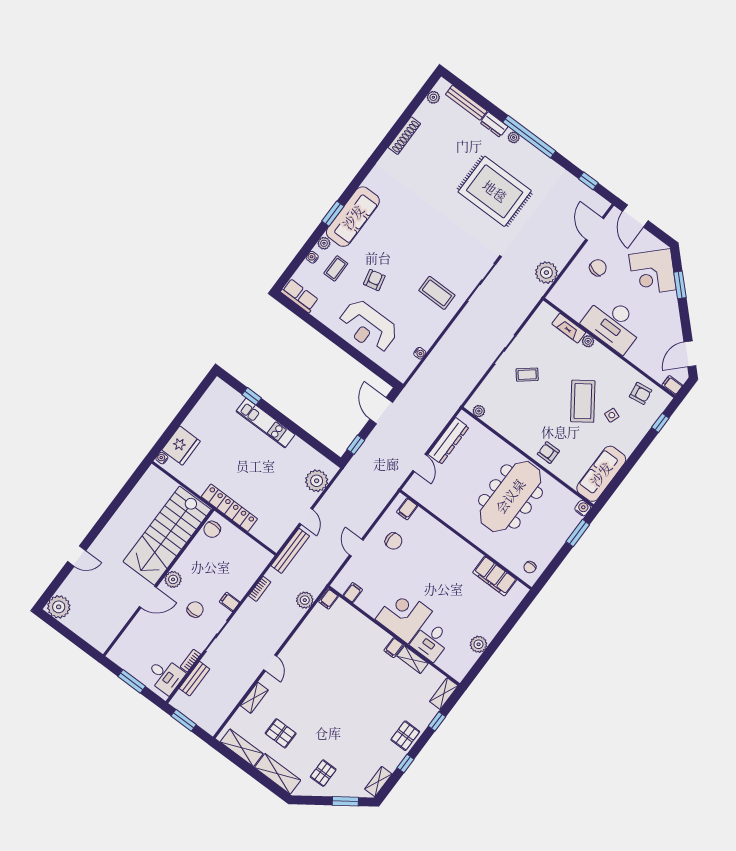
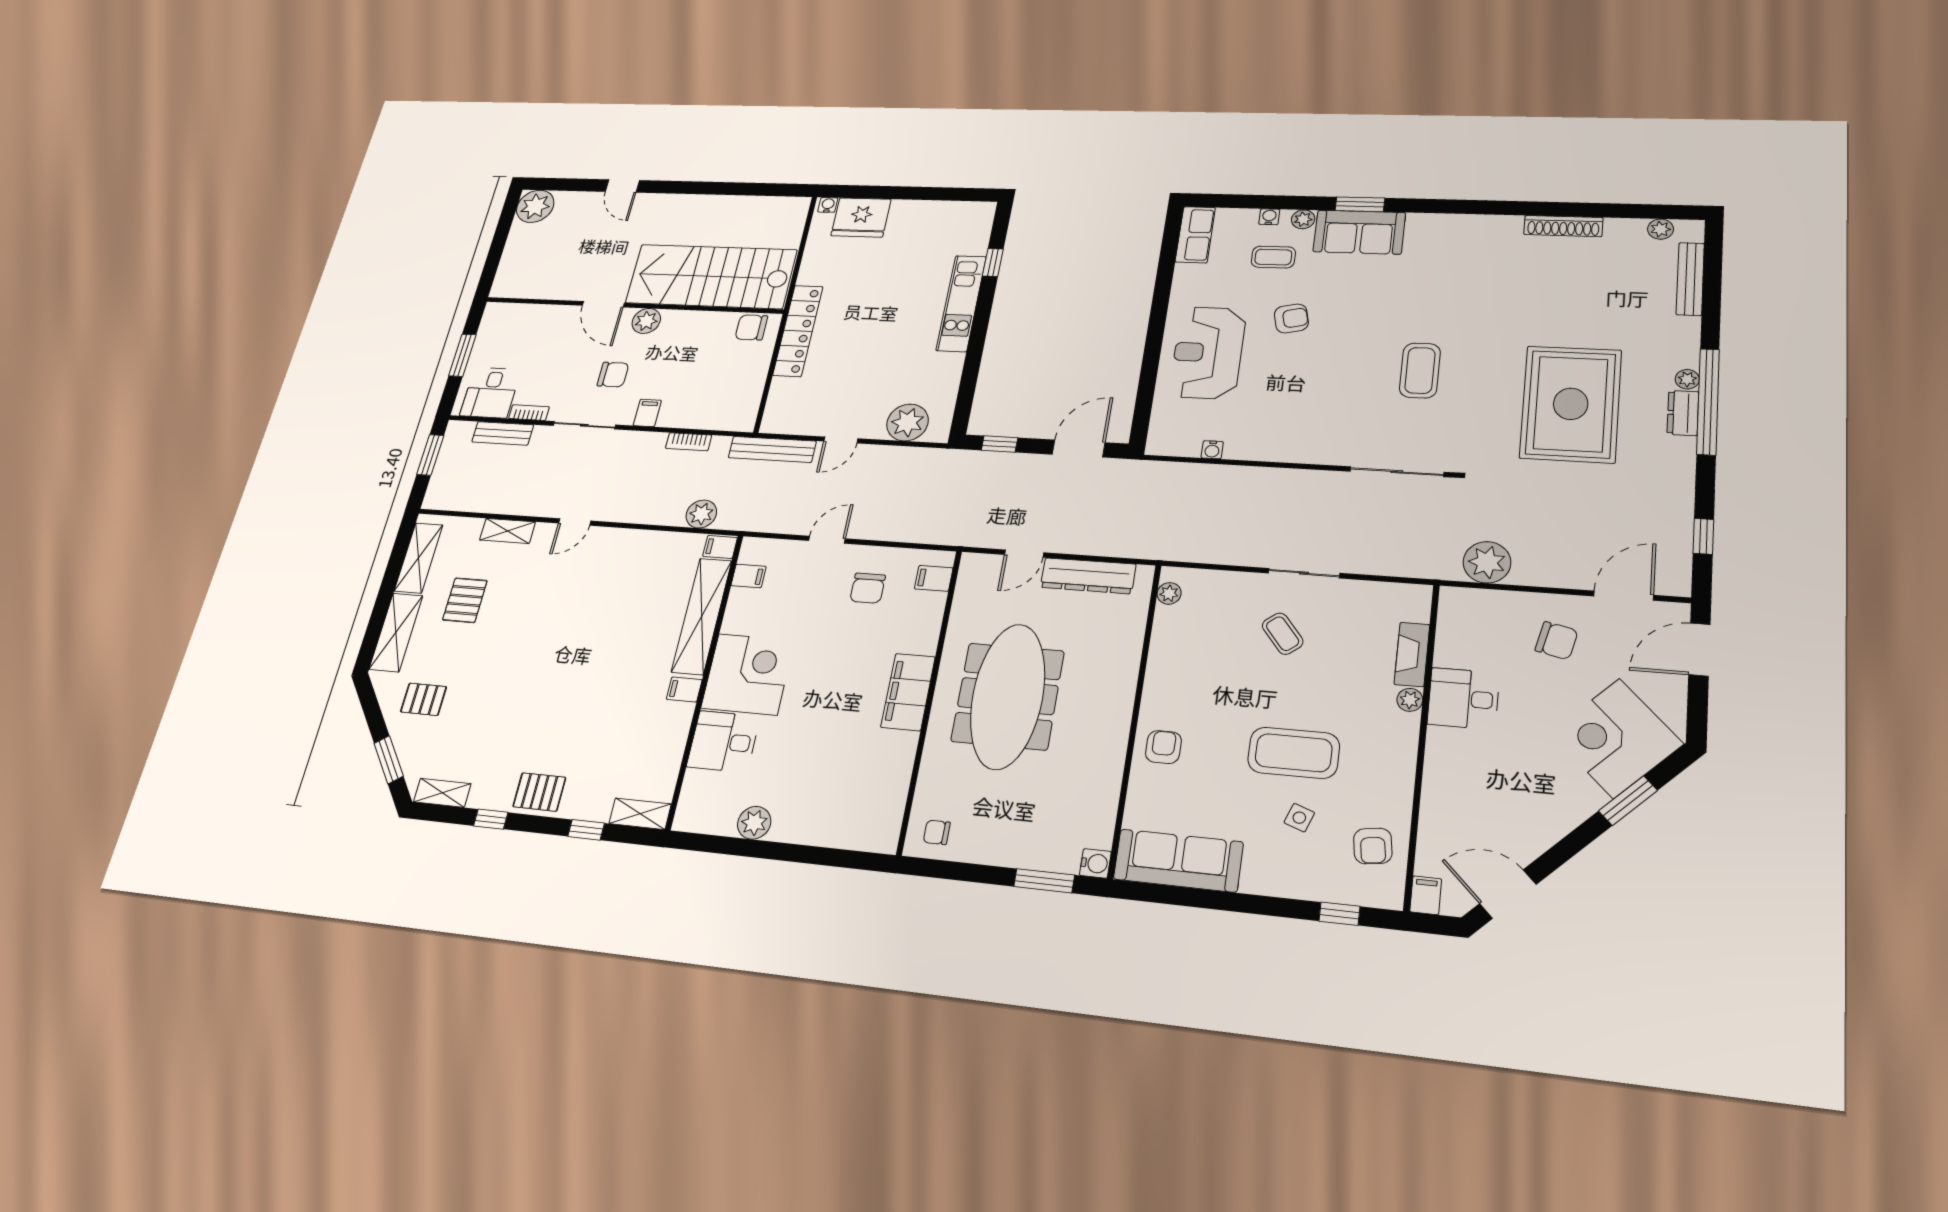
dresser: (494, 125) -> (1683, 413), moved
sofa: (353, 217) -> (1359, 232), width x0.73
coffee table: (437, 293) -> (1420, 370), moved
desk: (613, 324) -> (1463, 699), width x0.53, depth x0.77
coffee table: (583, 401) -> (1294, 753), turned 35
meeting table: (510, 496) -> (1008, 696), moved, turned 90
filing cabinet: (495, 576) -> (908, 692), moved
shelving: (412, 660) -> (702, 616), moved, width x2.20, depth x1.33

